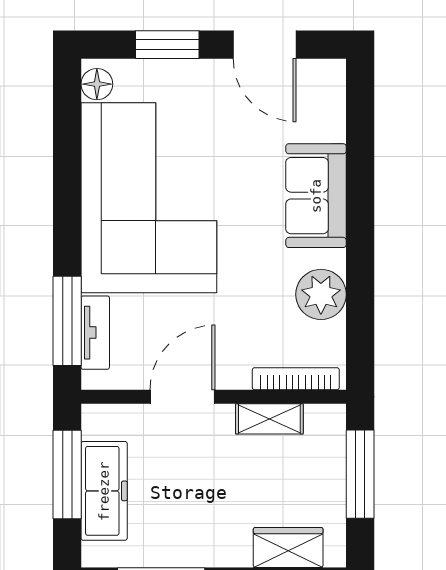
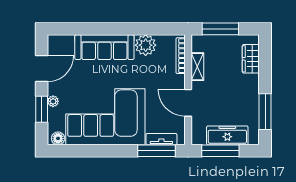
plant: (186, 72) -> (53, 101), added
sofa: (316, 196) -> (104, 47), width x1.36

